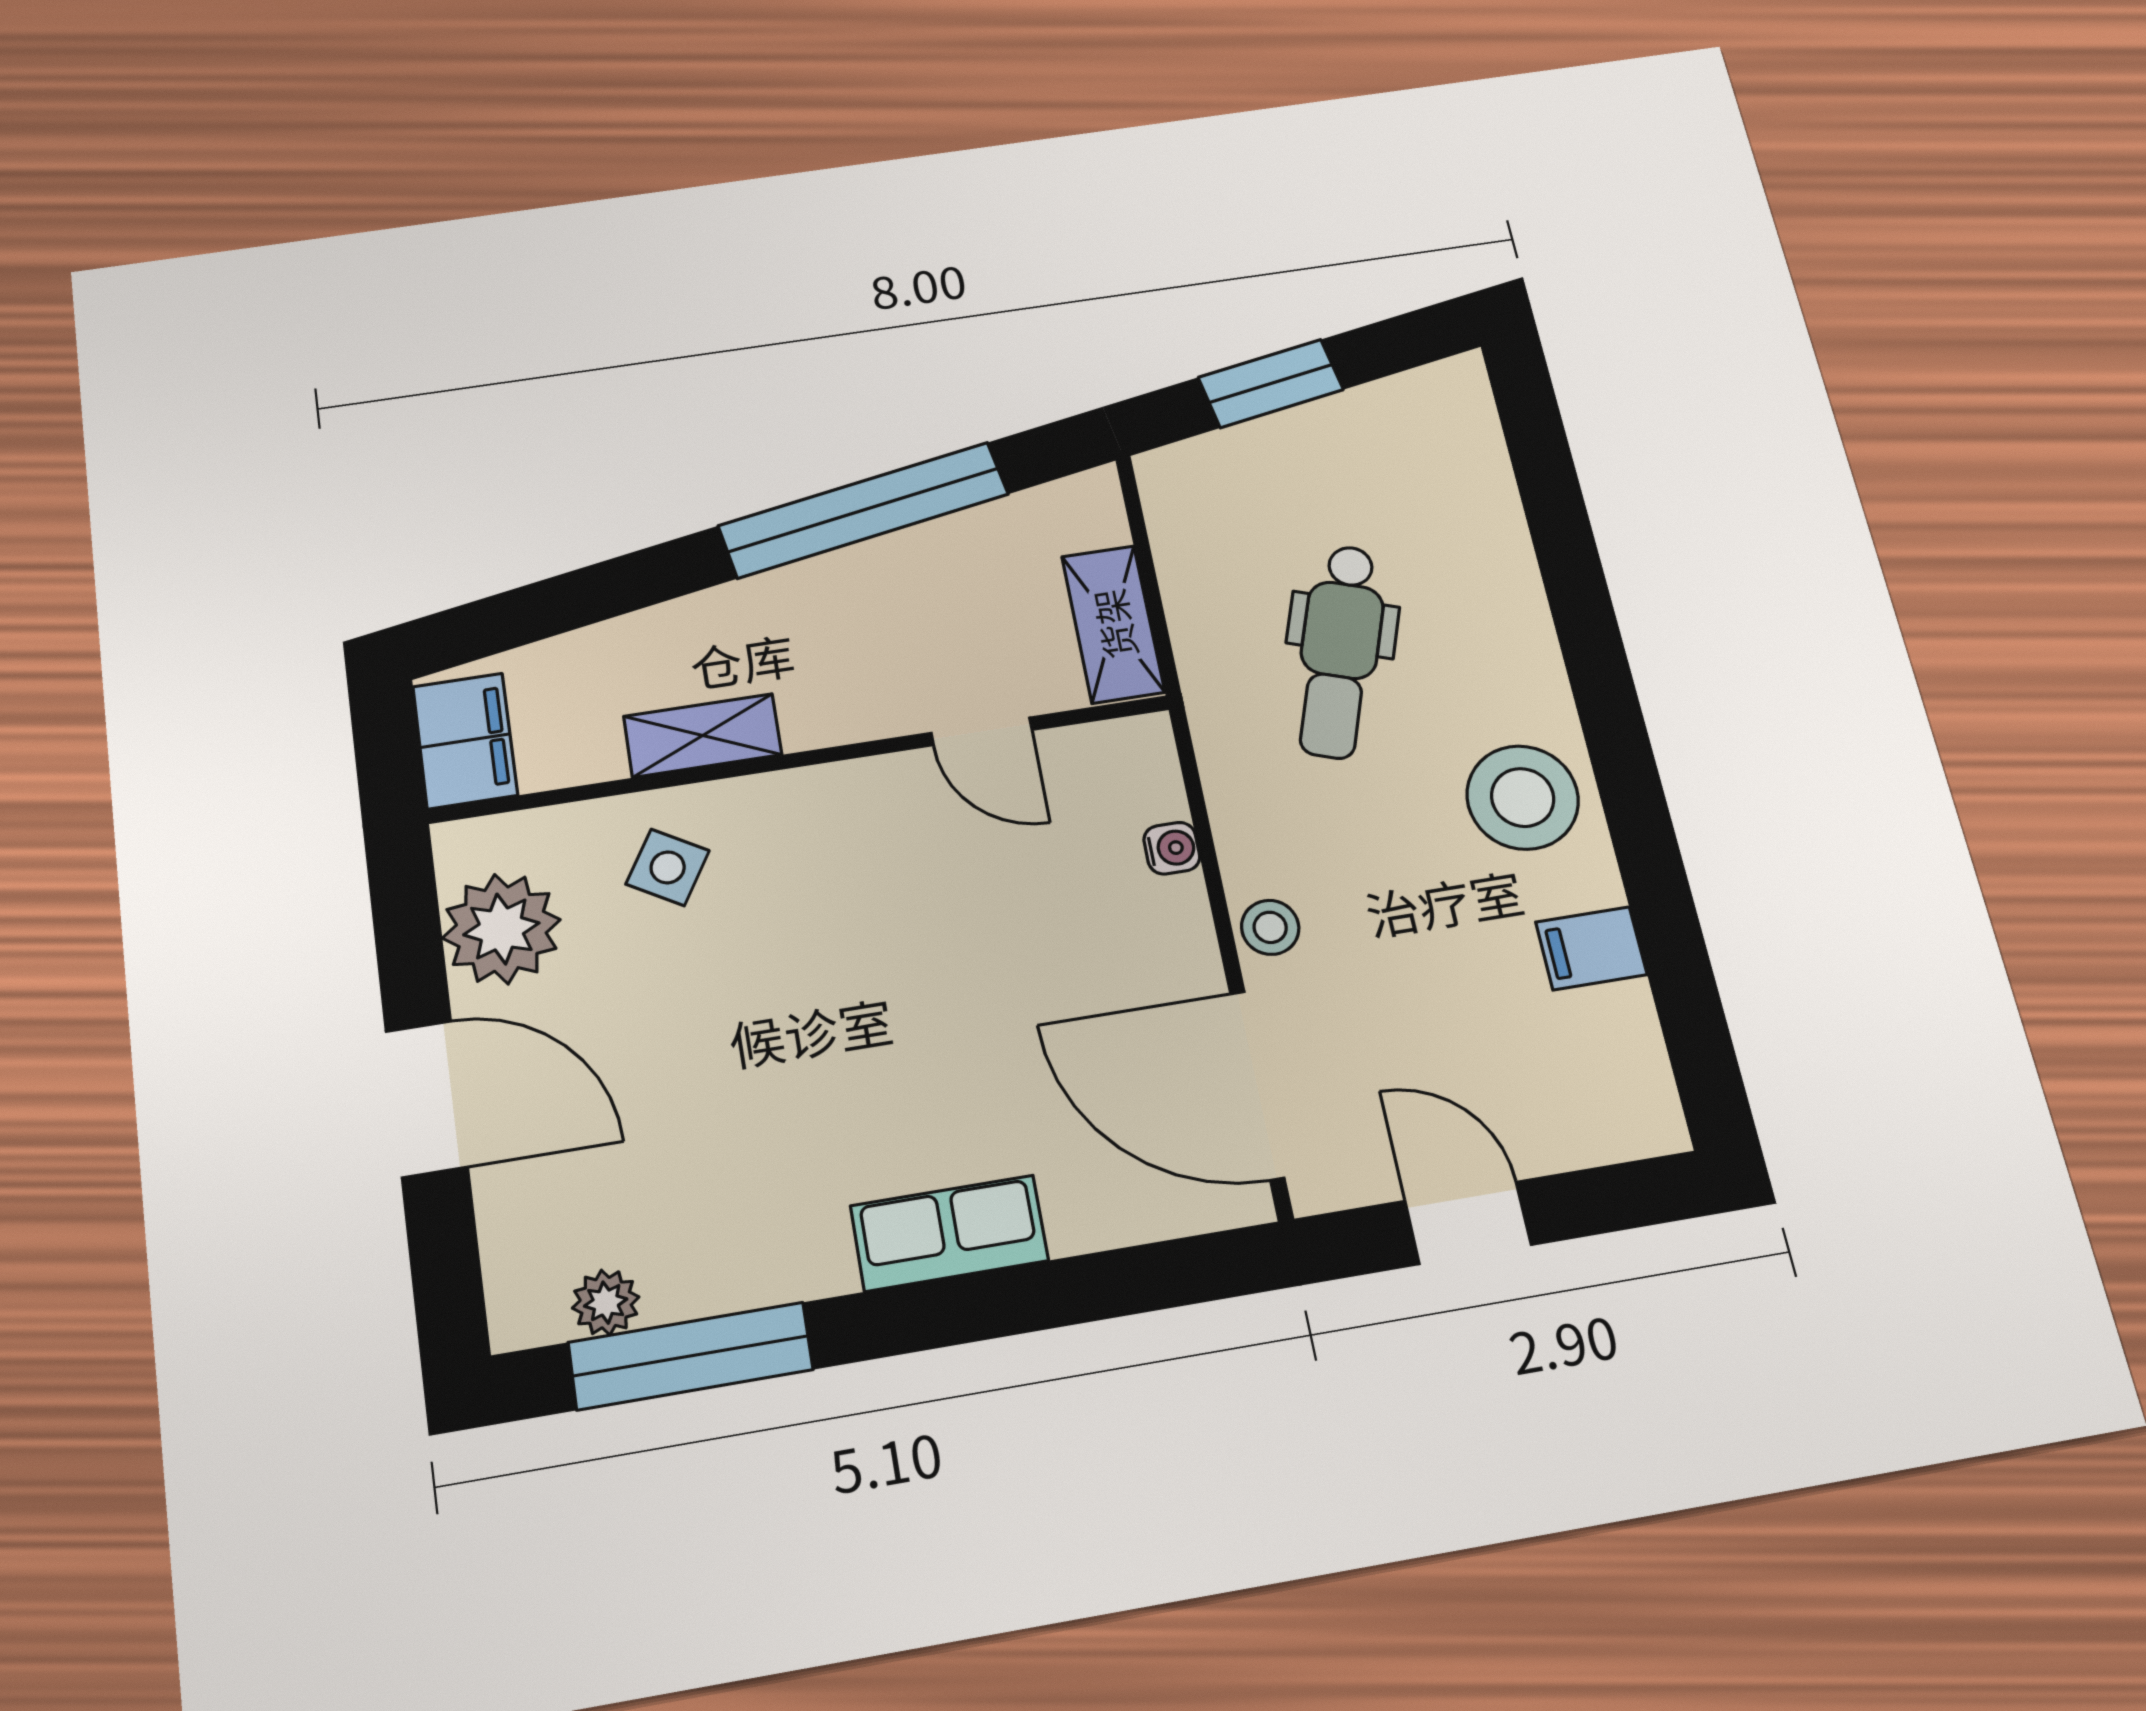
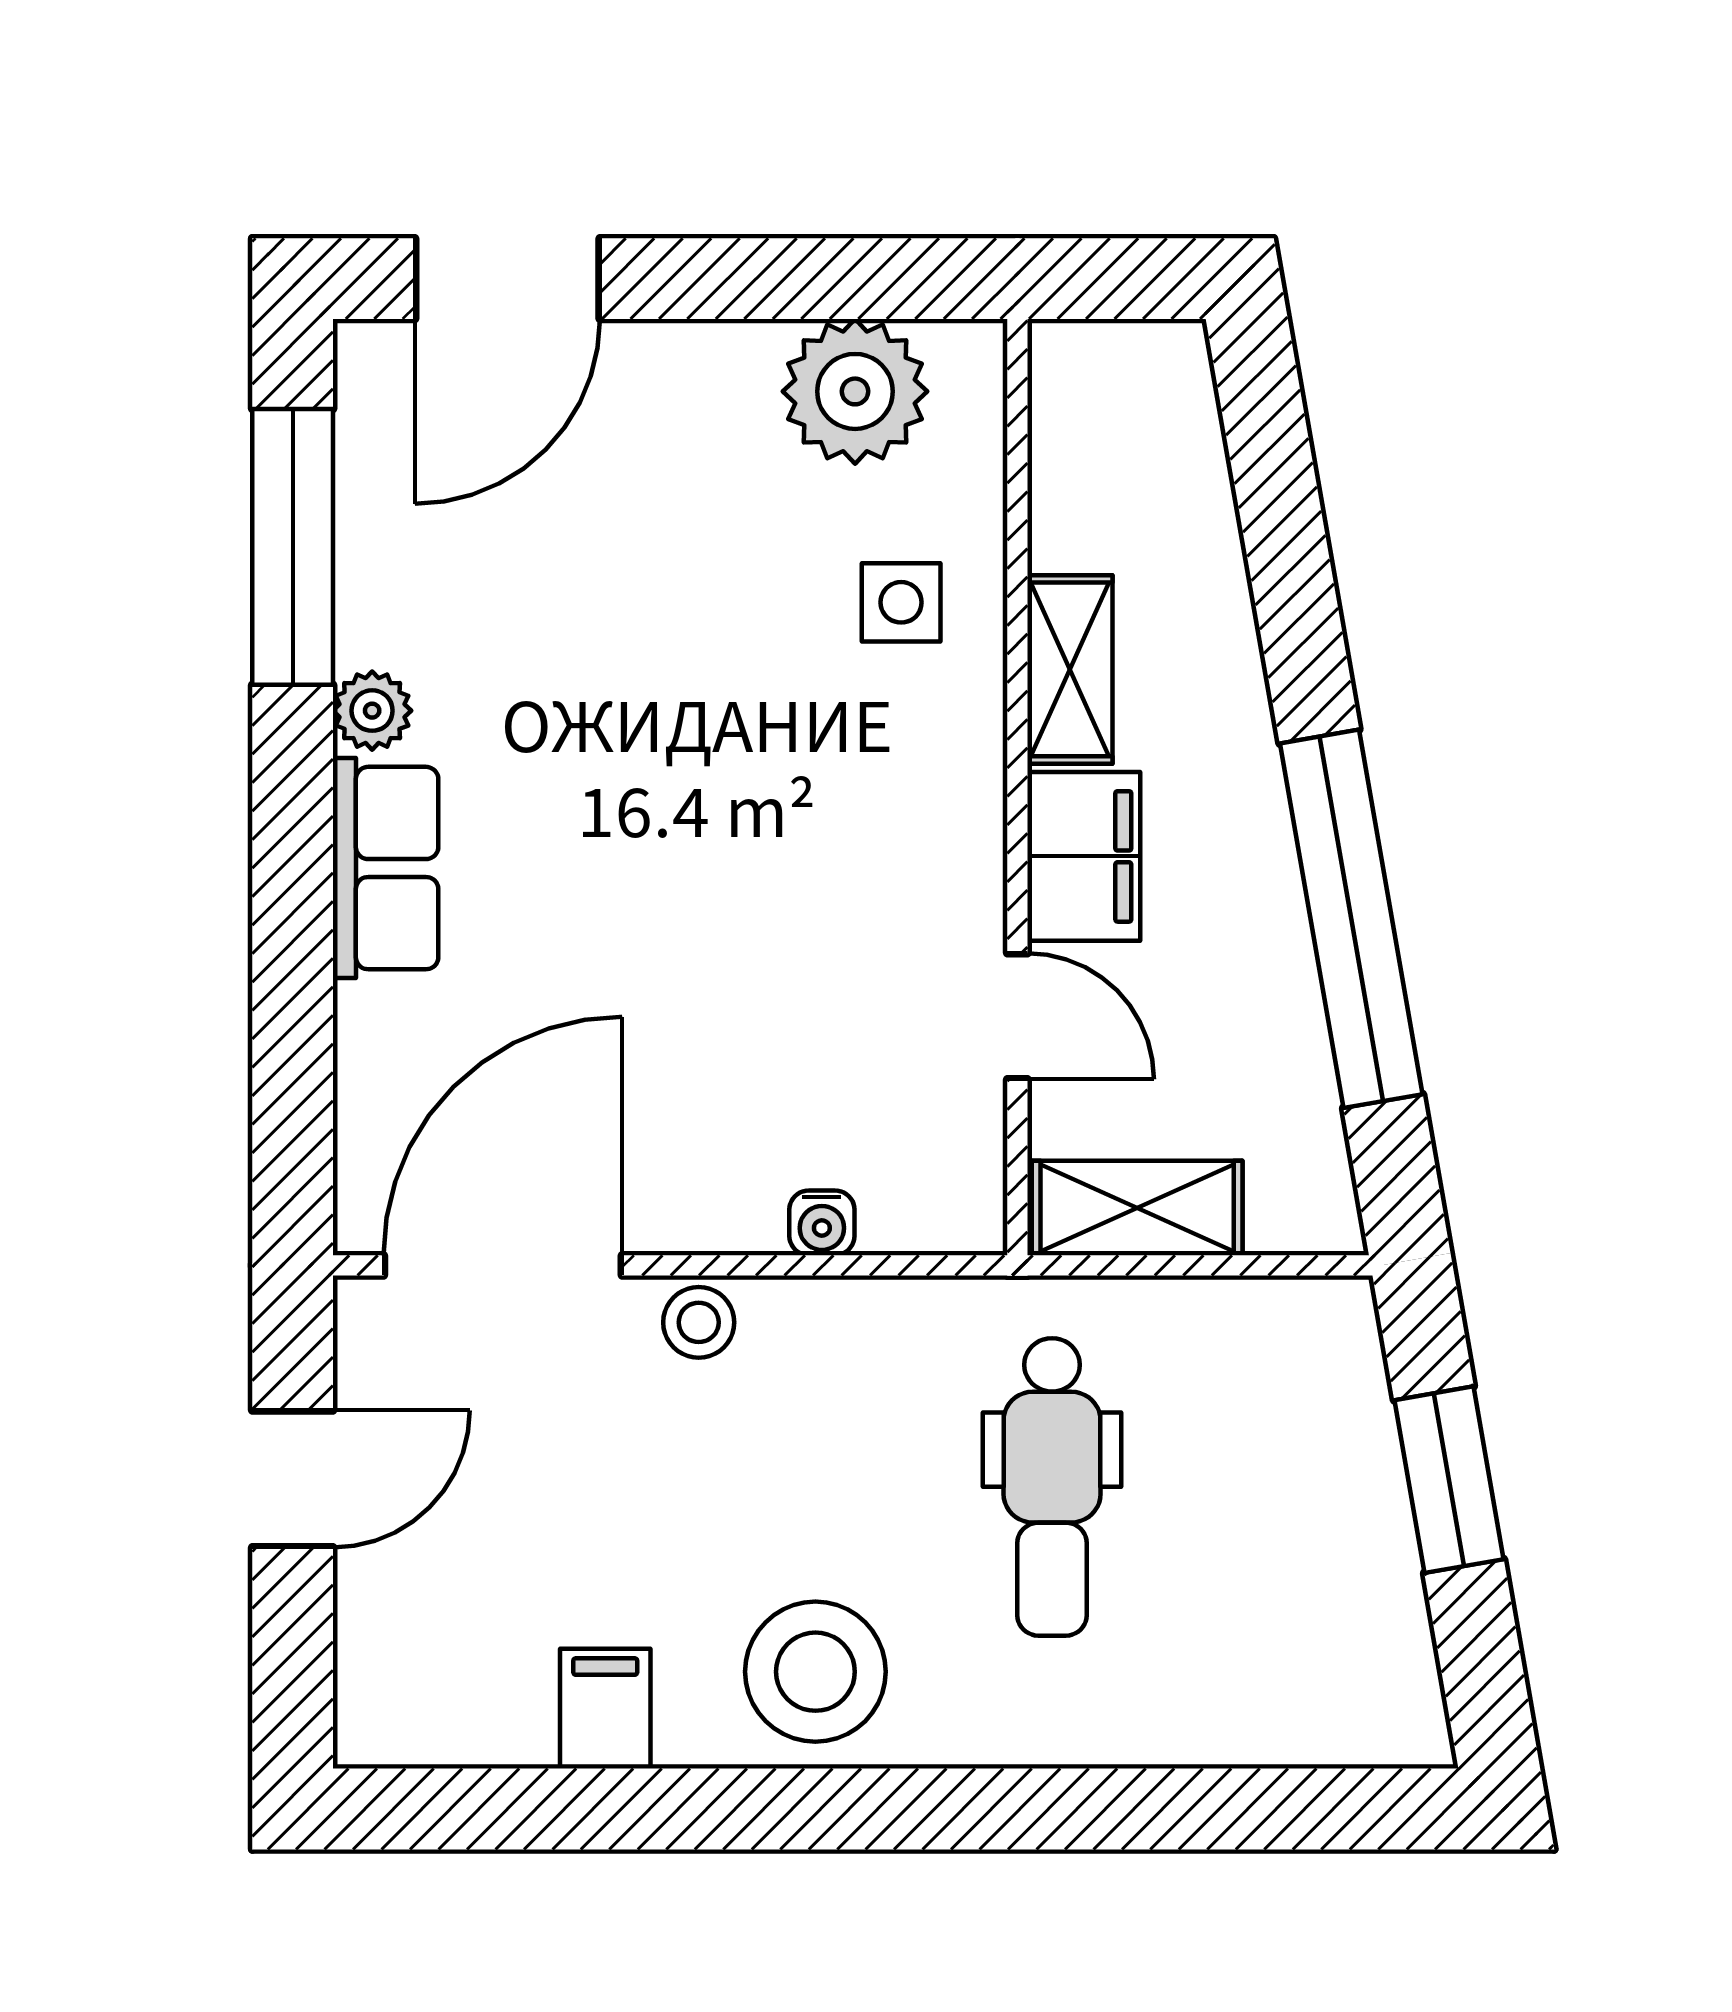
dental chair: (1339, 651) -> (1052, 1487), turned -109
door: (982, 731) -> (1017, 1016), swing flipped
filing cabinet: (465, 741) -> (1084, 856), moved, turned -90
side table: (668, 867) -> (901, 602), turned -31
door: (427, 1099) -> (507, 279), moved
plant: (606, 1303) -> (372, 711), moved

